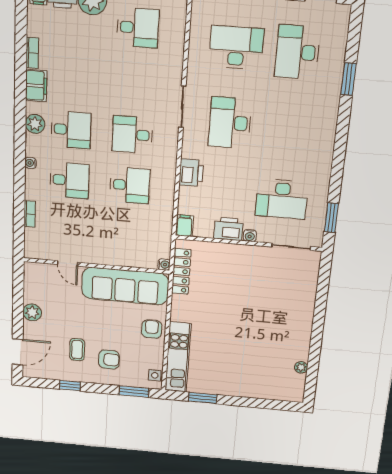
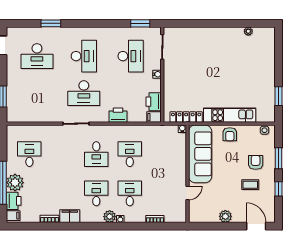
desk: (236, 48) -> (84, 56), moved, turned 180
plant: (35, 124) -> (110, 217), moved
printer: (229, 229) -> (154, 102), moved
armchair: (152, 329) -> (230, 134), turned -90
kitchen unit: (178, 357) -> (230, 115), moved
window: (134, 392) -> (278, 158), moved

